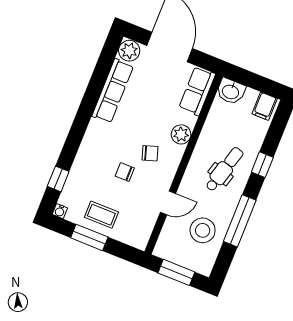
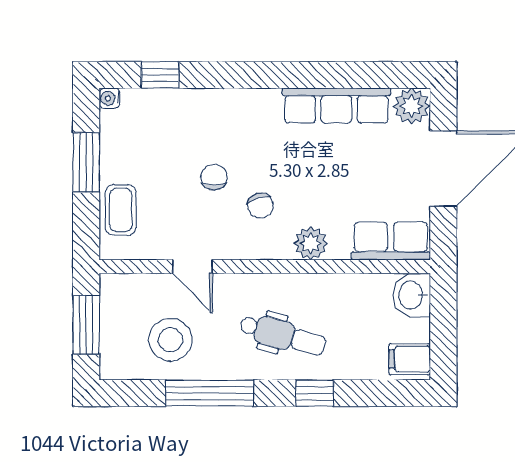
coffee table: (101, 215) -> (121, 210), moved

